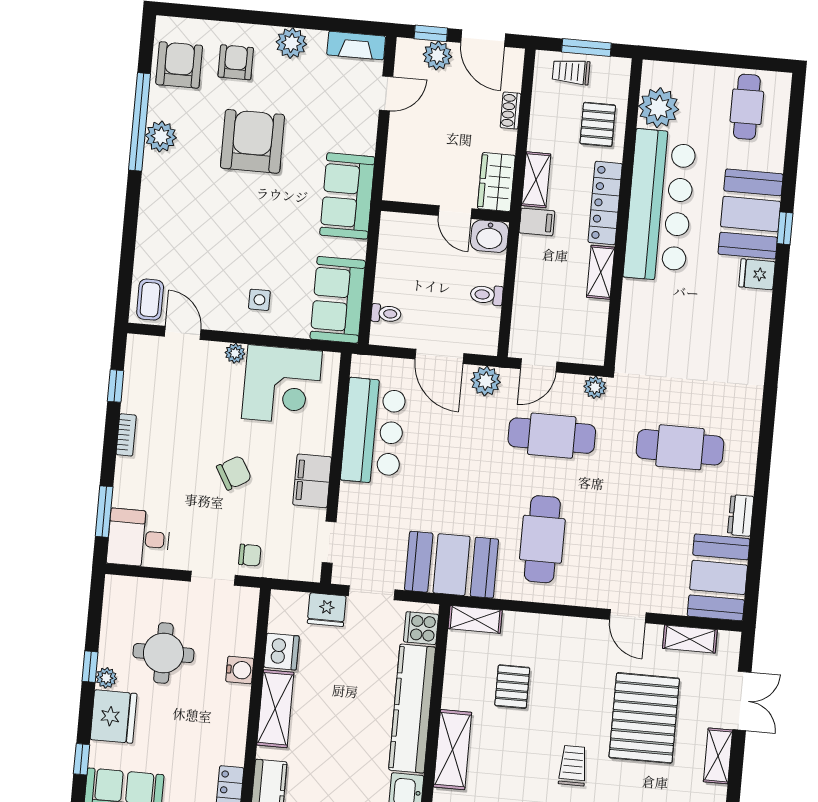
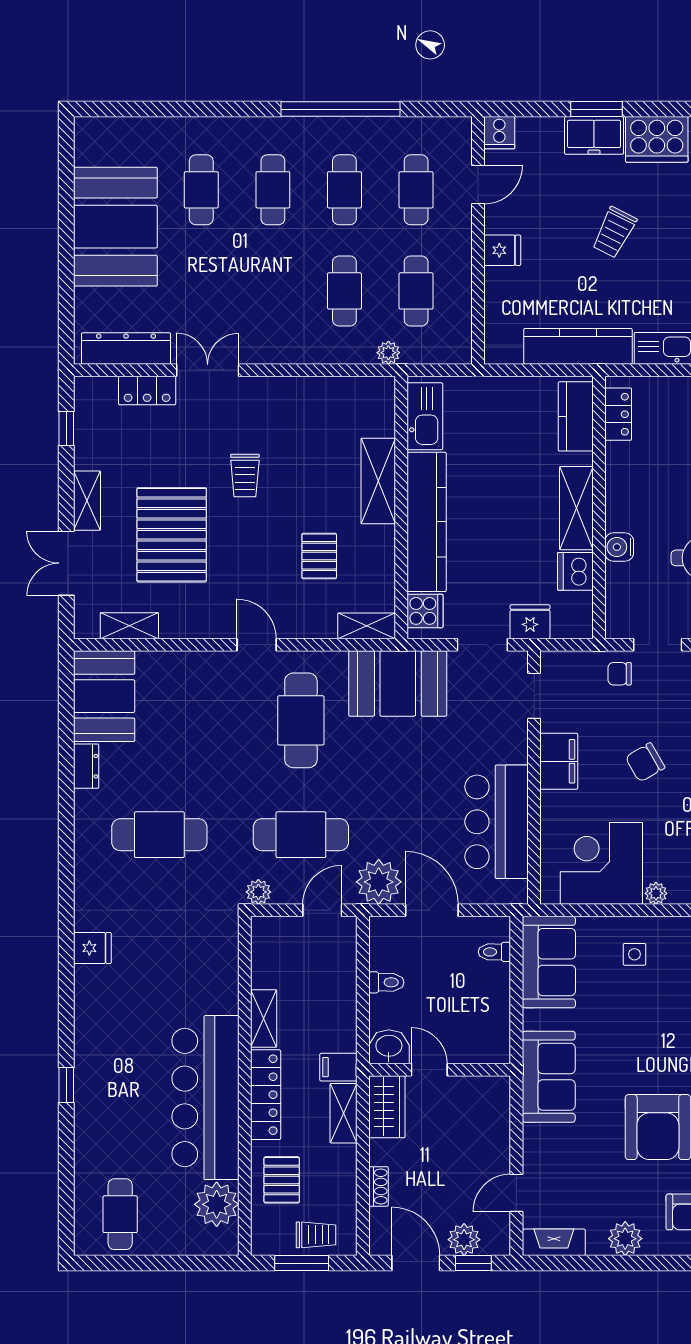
booth: (751, 214) -> (105, 1097), removed
fridge: (757, 274) -> (92, 948), moved
plant: (486, 381) -> (379, 882), width x1.36, depth x1.36
door: (628, 616) -> (257, 645), moved

